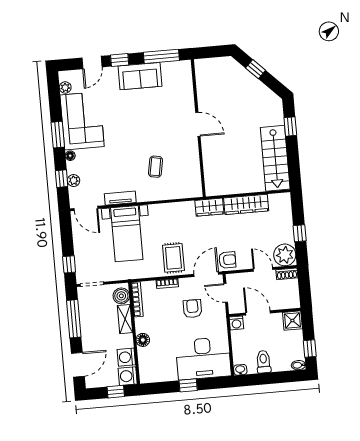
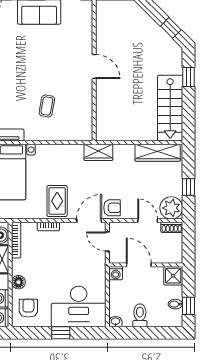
window: (256, 69) -> (171, 28), moved
wardrobe: (246, 204) -> (158, 153), moved
armchair: (192, 309) -> (28, 308), moved
bidet: (298, 365) -> (175, 304), moved

